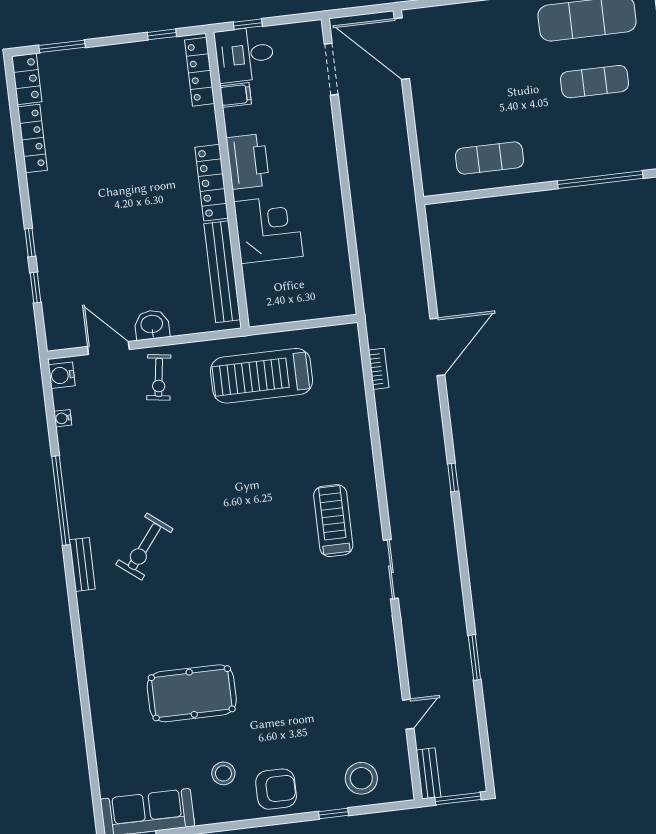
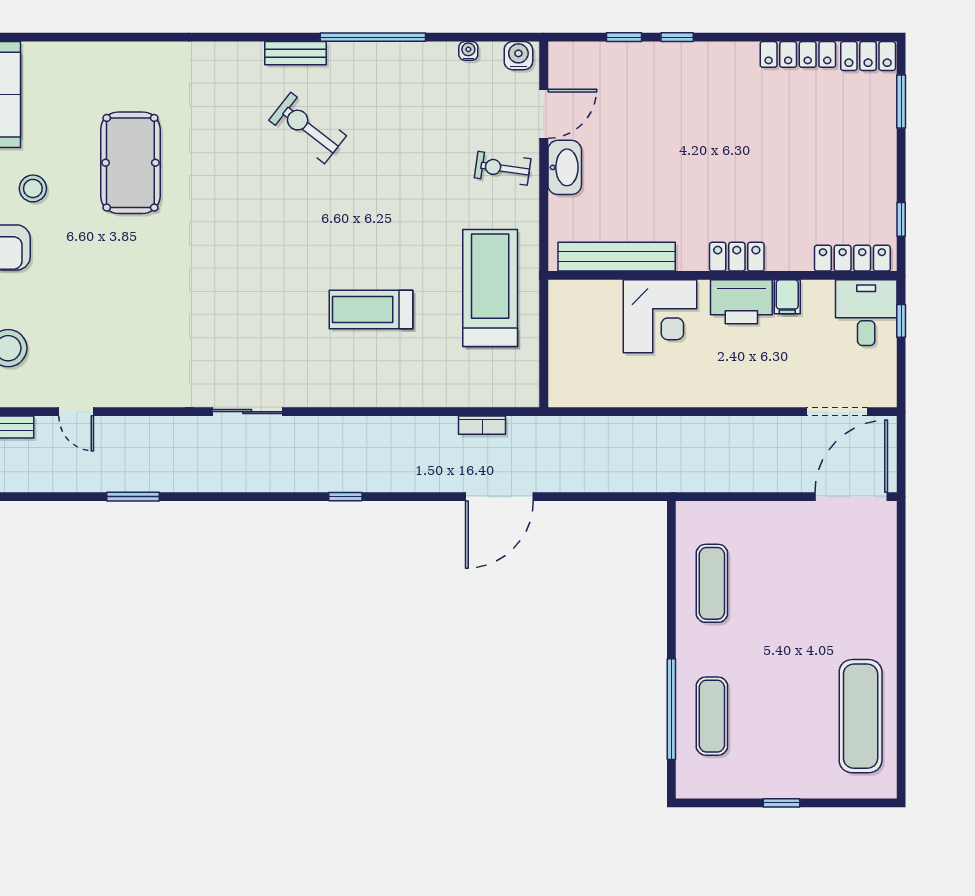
exercise mat: (595, 82) -> (712, 716), moved
filing cabinet: (236, 95) -> (787, 297), moved
locker: (212, 183) -> (737, 257), width x0.66
washbasin: (152, 325) -> (565, 167), width x1.38
door: (437, 347) -> (499, 497), hinge flipped
treadmill: (333, 521) -> (371, 310), moved, turned 180

